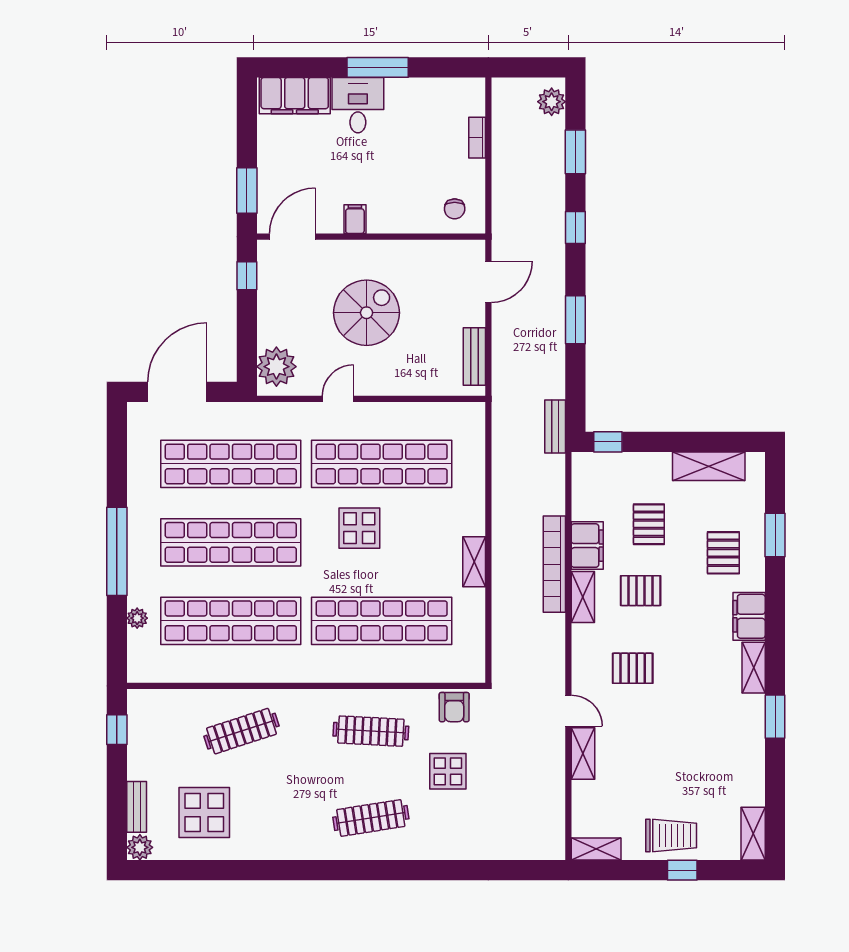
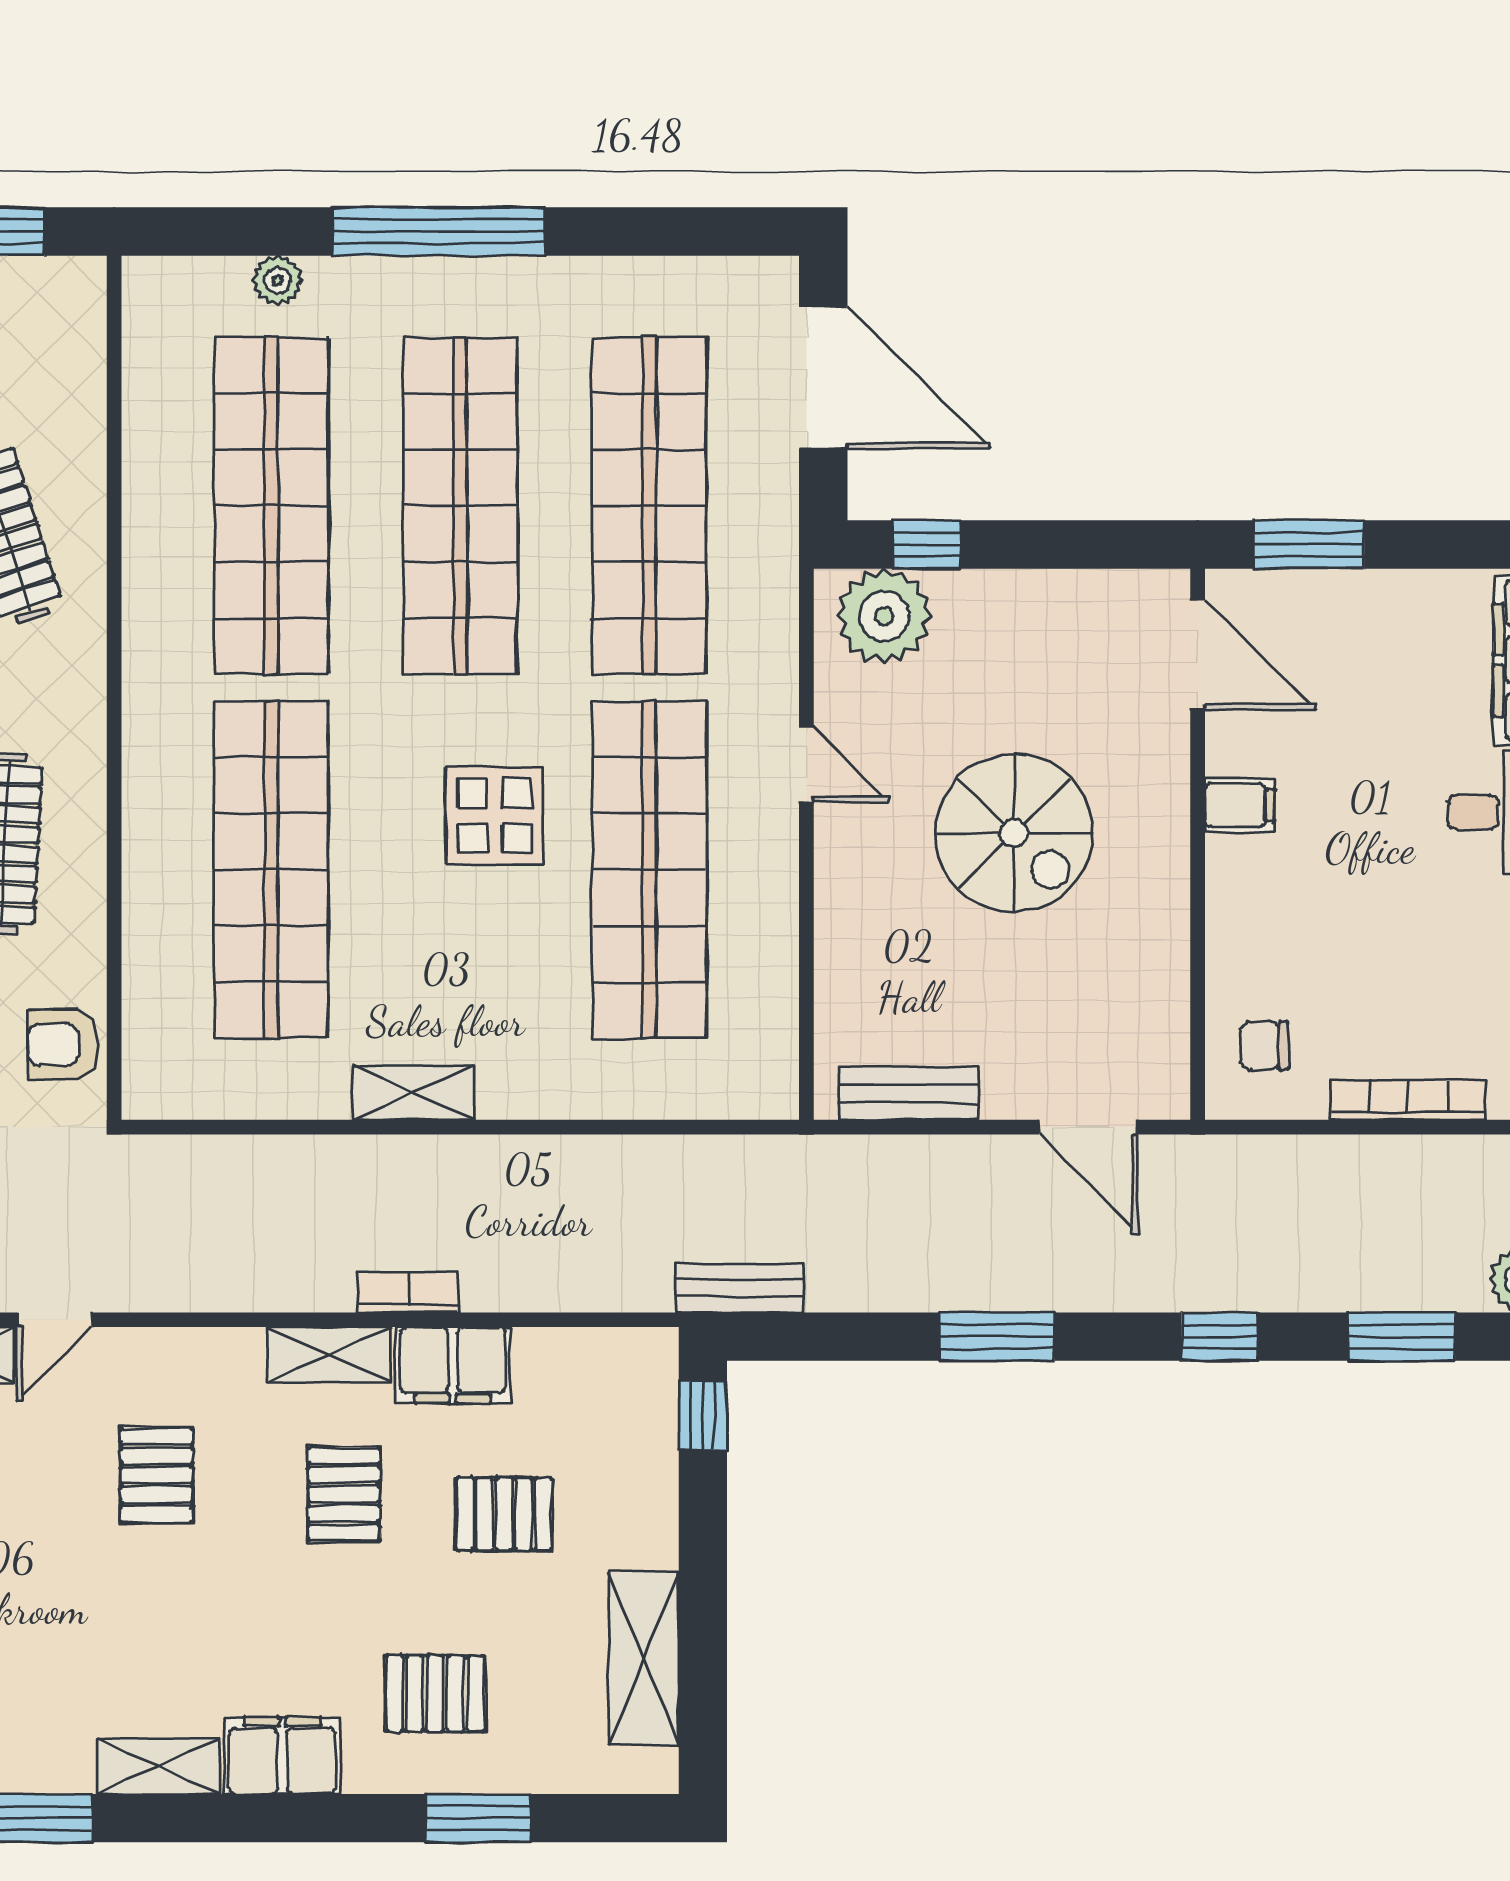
bookcase: (477, 138) -> (1408, 1100), width x1.56
window: (247, 276) -> (926, 544), moved
bookcase: (554, 564) -> (408, 1292), width x0.43, depth x0.76

